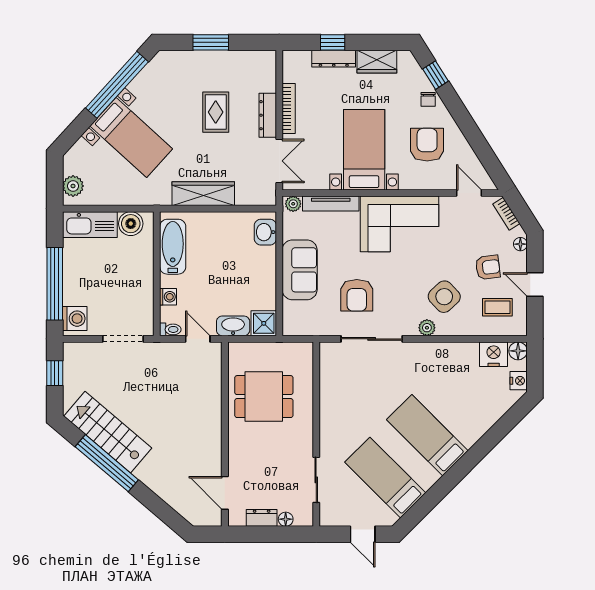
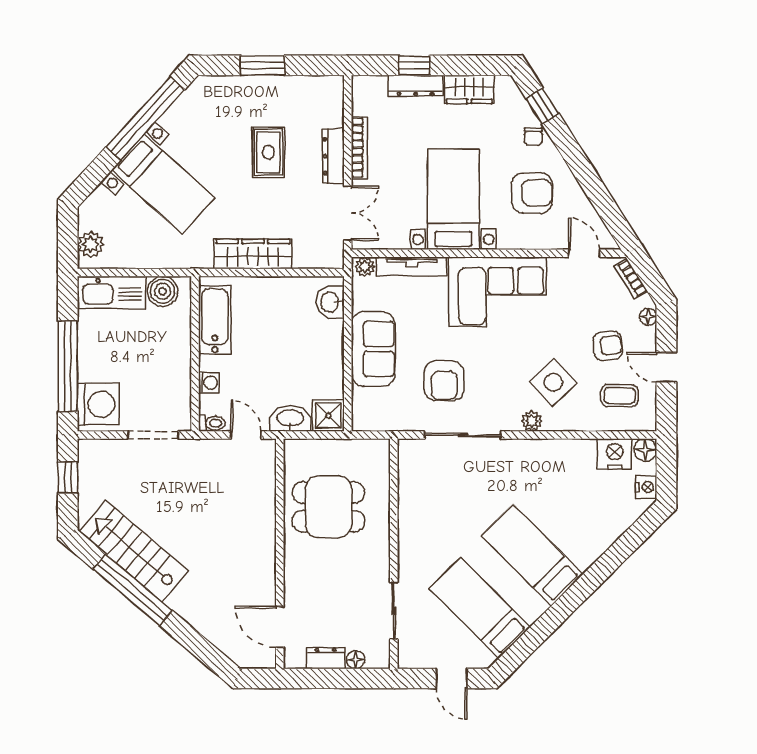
armchair: (427, 145) -> (532, 193), turned 90
washing machine: (75, 319) -> (98, 404), width x1.37, depth x1.37

